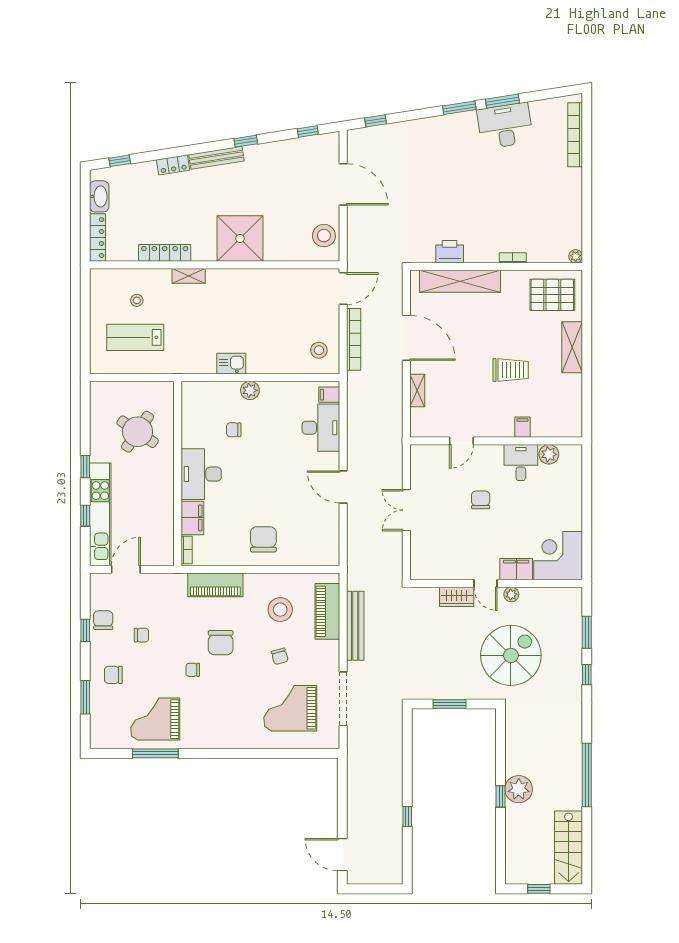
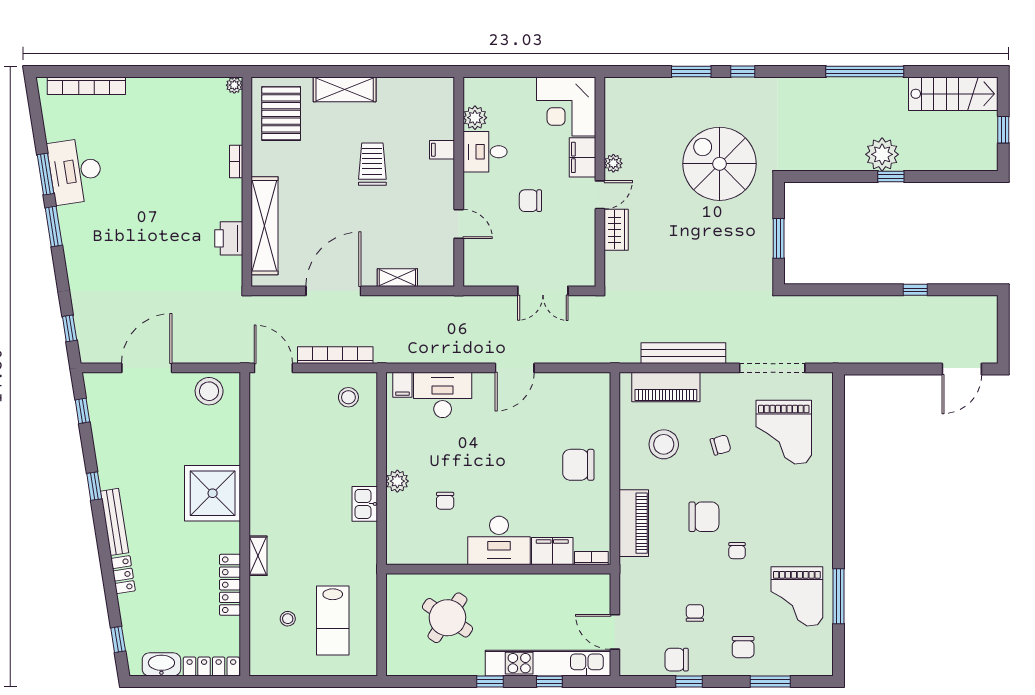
corner desk: (558, 556) -> (566, 106), moved
filing cabinet: (516, 569) -> (583, 157), moved
door: (485, 584) -> (600, 195), moved
wall: (496, 584) -> (600, 182), moved
plant: (511, 594) -> (613, 163), moved
wardrobe: (457, 597) -> (616, 230), moved

